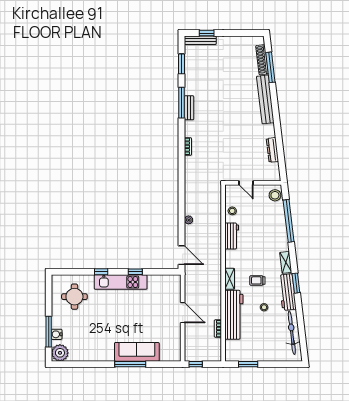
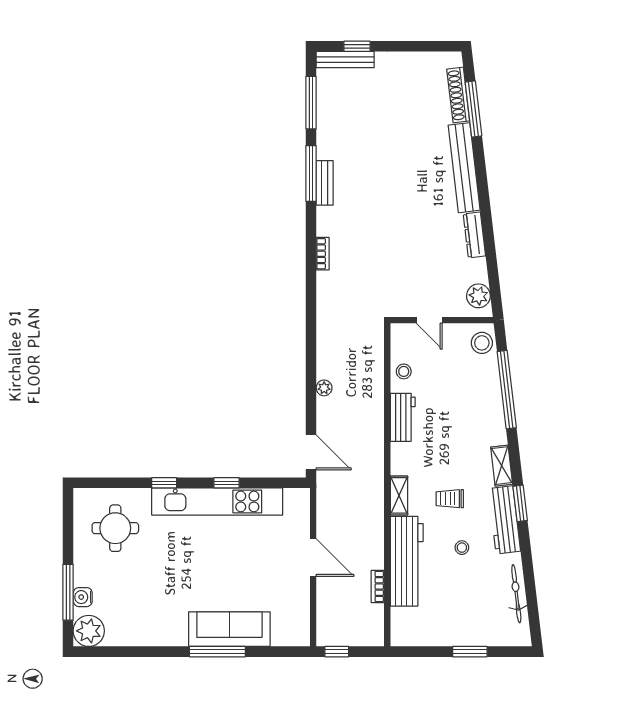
window: (182, 64) -> (311, 103), width x1.44
dresser: (273, 150) -> (474, 235), moved
plant: (273, 170) -> (478, 296), added
kitchen unit: (121, 282) -> (217, 501), width x1.36
bicycle: (292, 333) -> (516, 594), width x0.73, depth x0.71
window: (248, 364) -> (470, 652), moved

